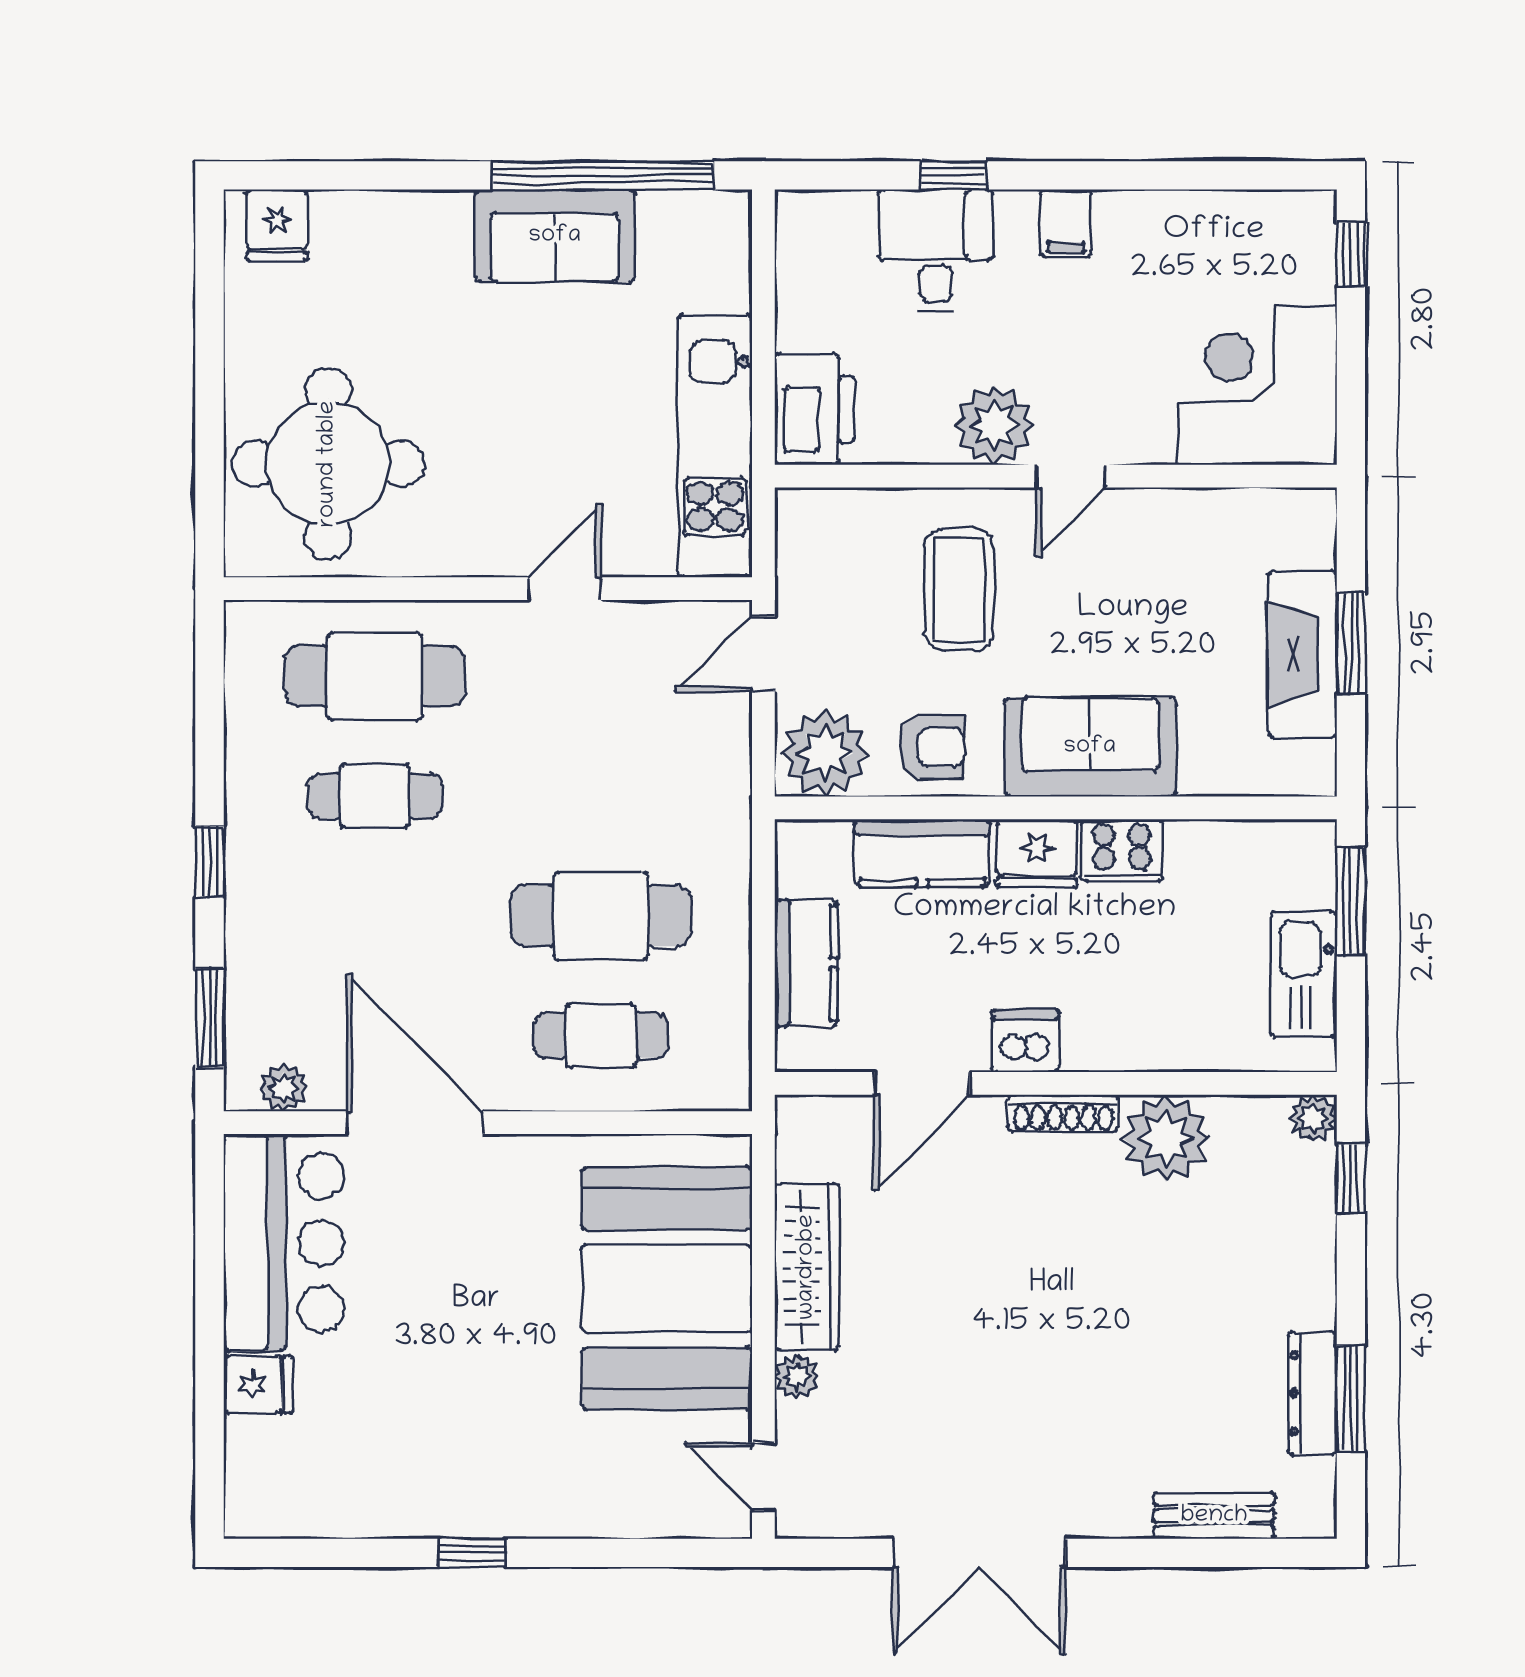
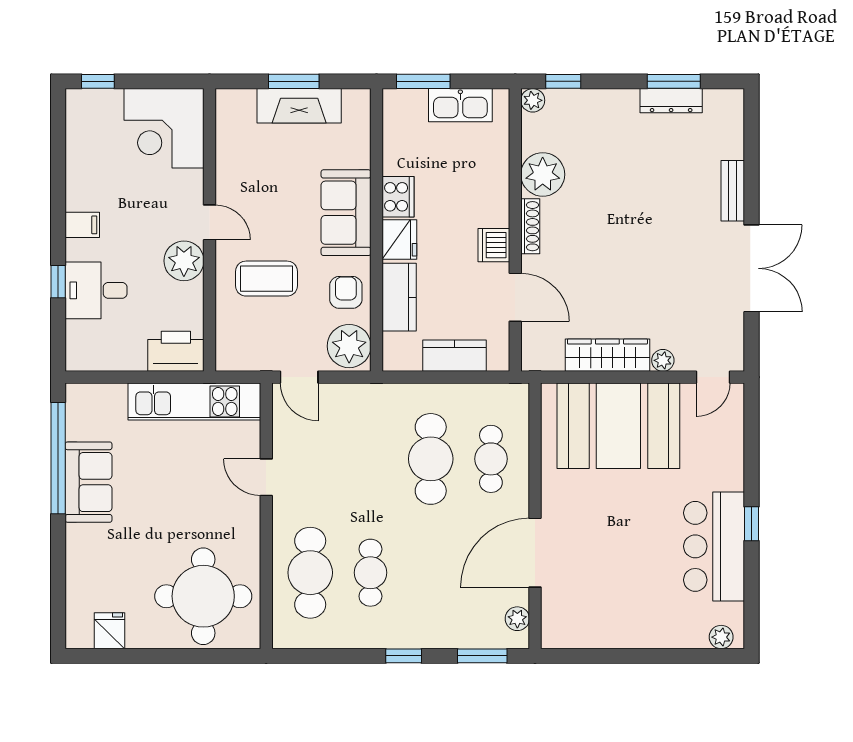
fridge: (277, 225) -> (110, 631), moved, turned -90
bar counter: (284, 1243) -> (714, 546), moved, turned -90
fridge: (258, 1384) -> (667, 631), removed
plant: (247, 1493) -> (721, 637), added
bench: (1214, 1516) -> (733, 191), moved

